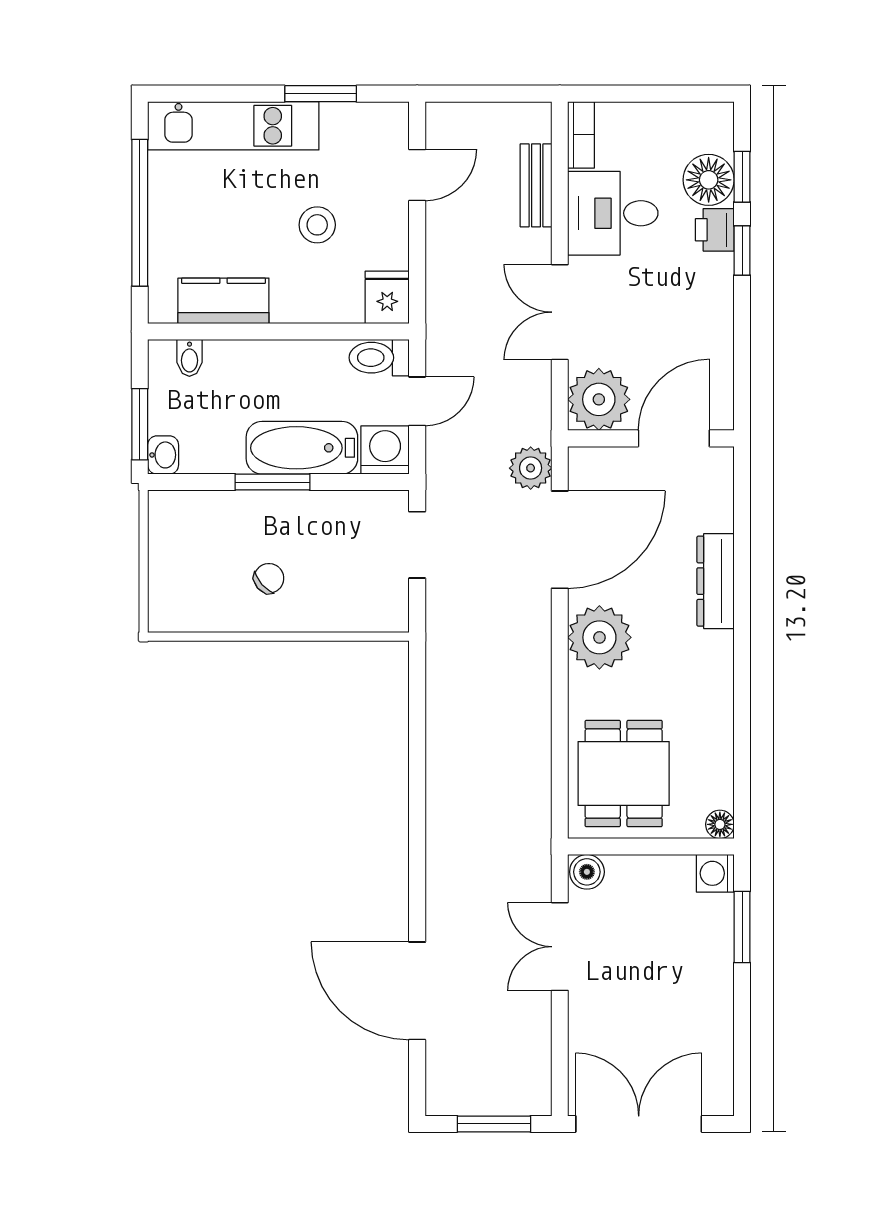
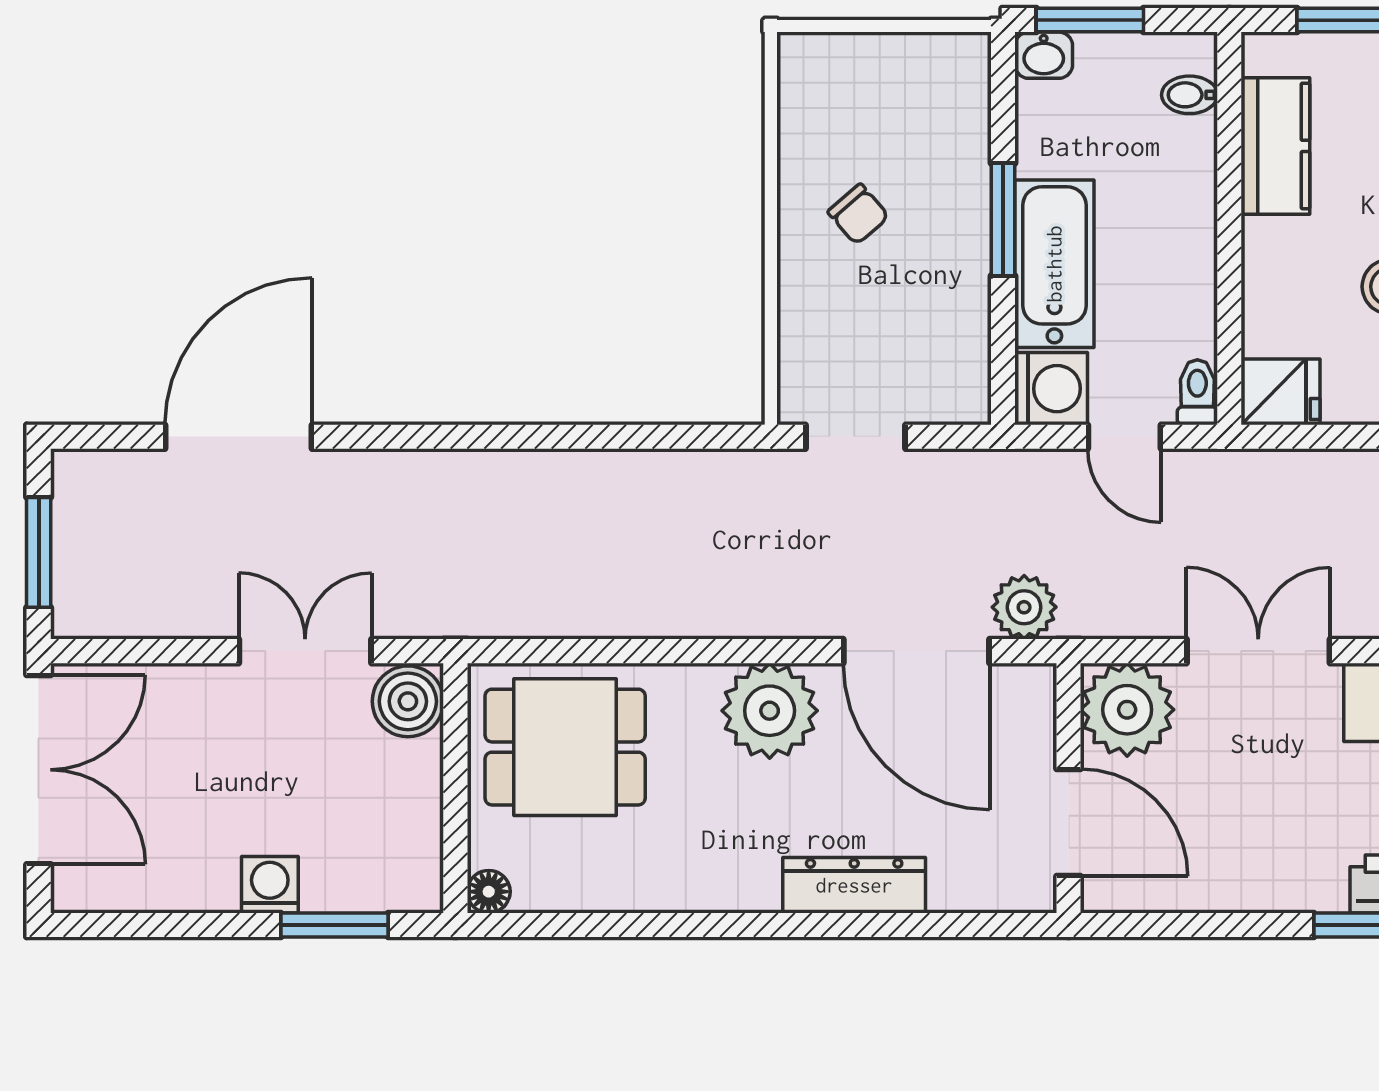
toilet: (379, 358) -> (1197, 392), width x0.73, depth x0.72
doorway: (417, 545) -> (855, 437), moved
boiler: (587, 872) -> (408, 701), width x1.36, depth x1.36
washing machine: (715, 873) -> (270, 885), moved

